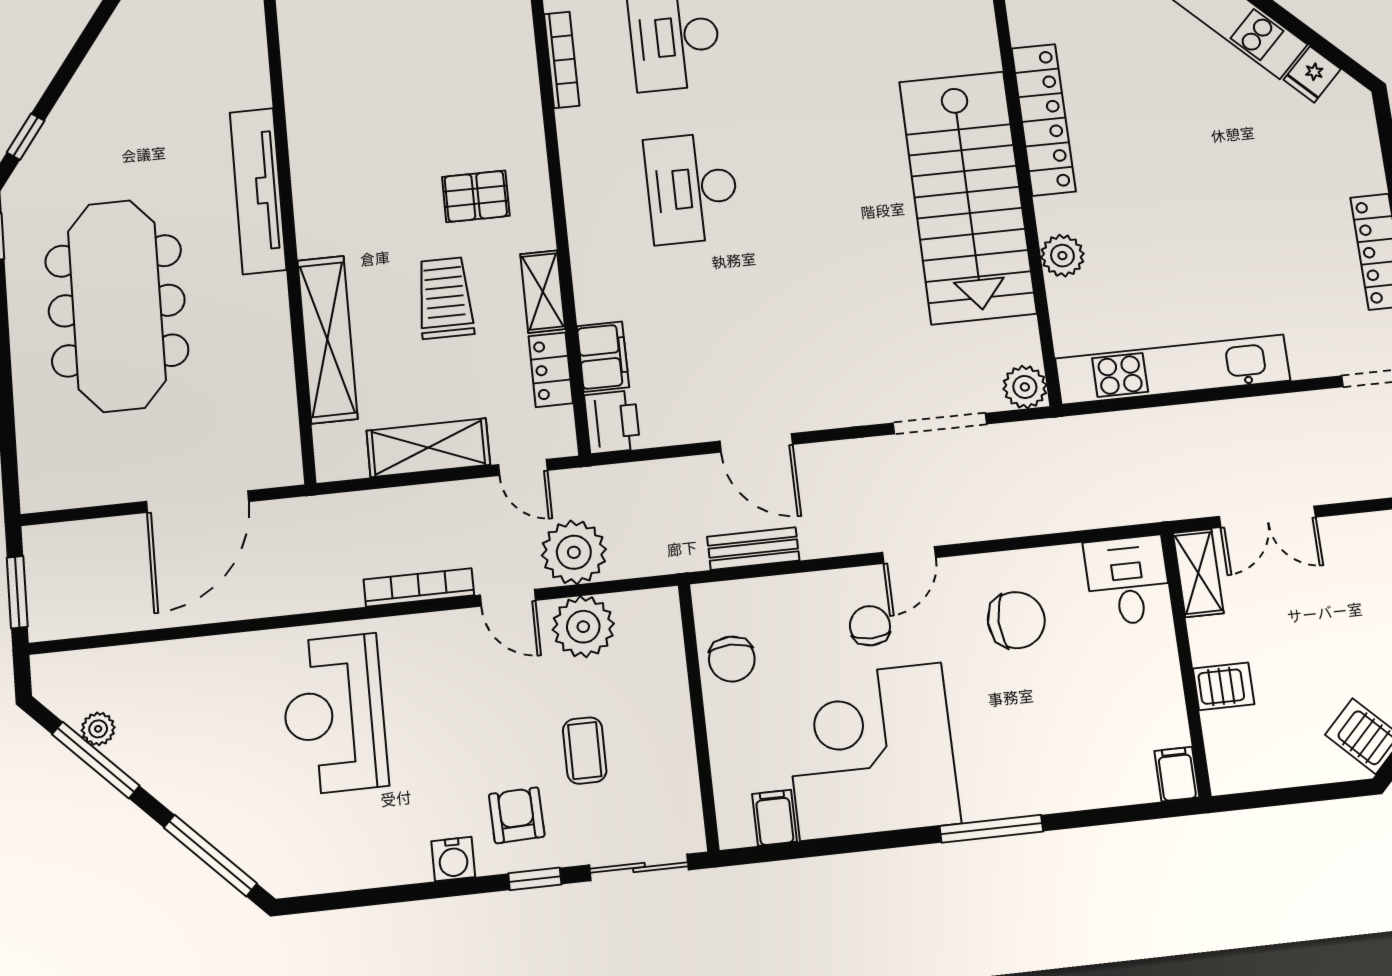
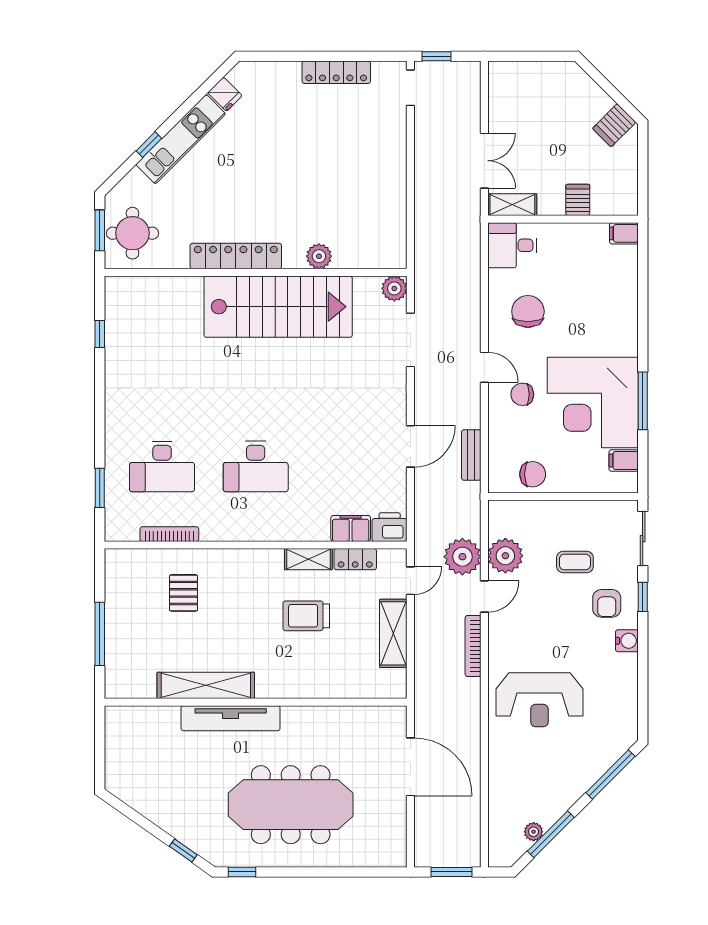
pallet: (476, 196) -> (184, 593), moved
shelving: (327, 339) -> (206, 685), moved
kitchen unit: (1173, 370) -> (393, 202), removed
armchair: (517, 815) -> (607, 603), turned -88
window: (991, 829) -> (643, 401), moved

